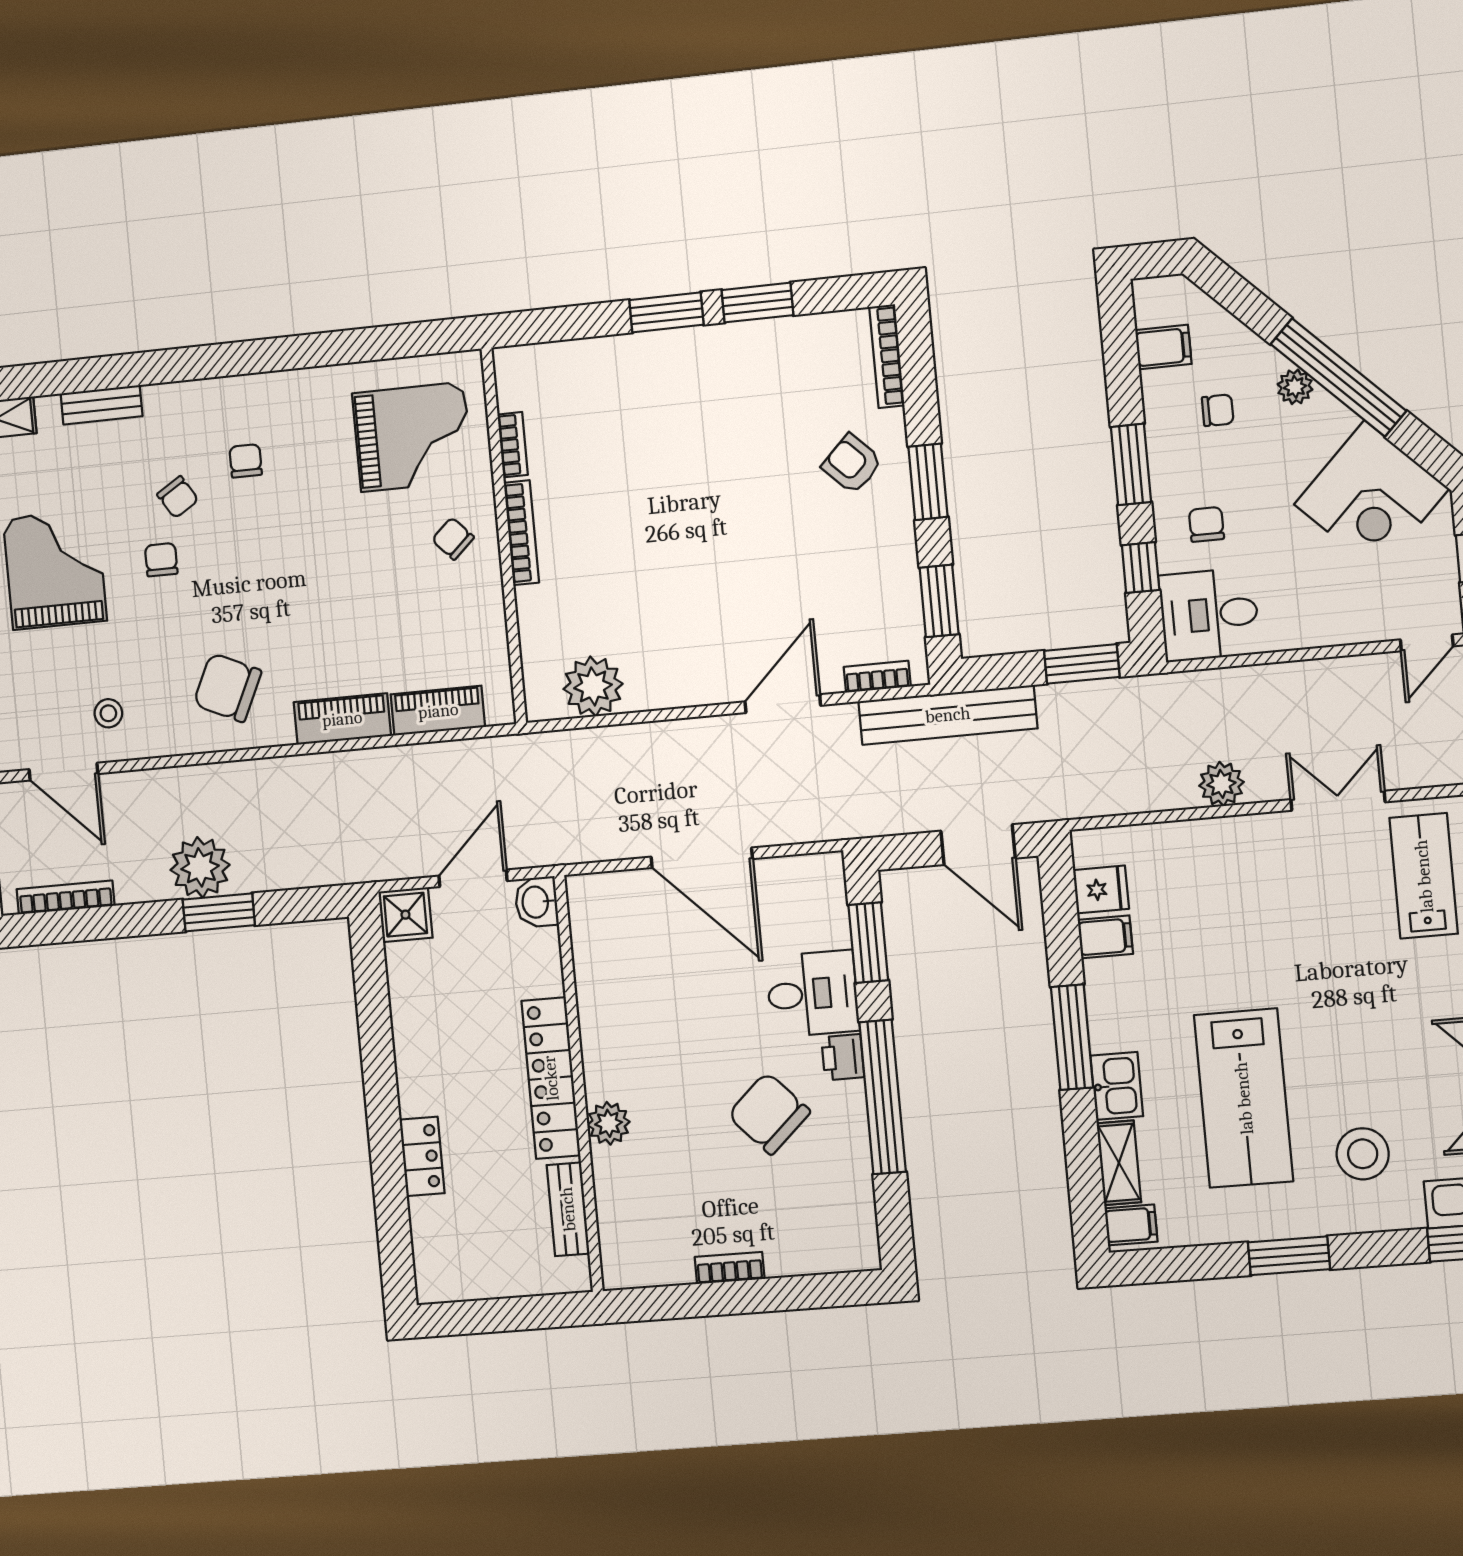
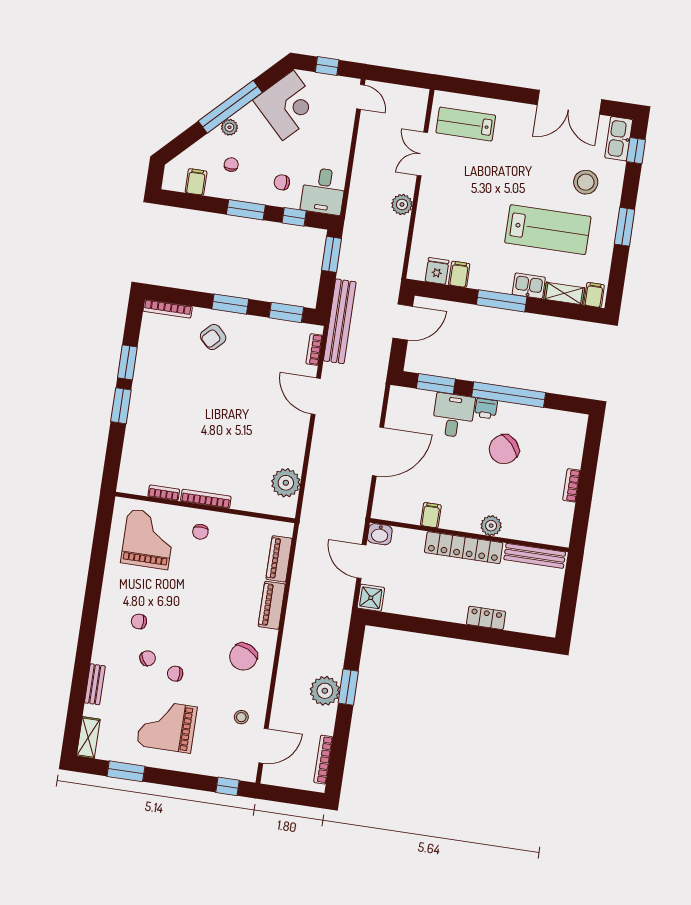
chair: (453, 539) -> (200, 532), turned -47
filing cabinet: (600, 996) -> (431, 515), added
bench: (568, 1209) -> (535, 556), width x1.36

